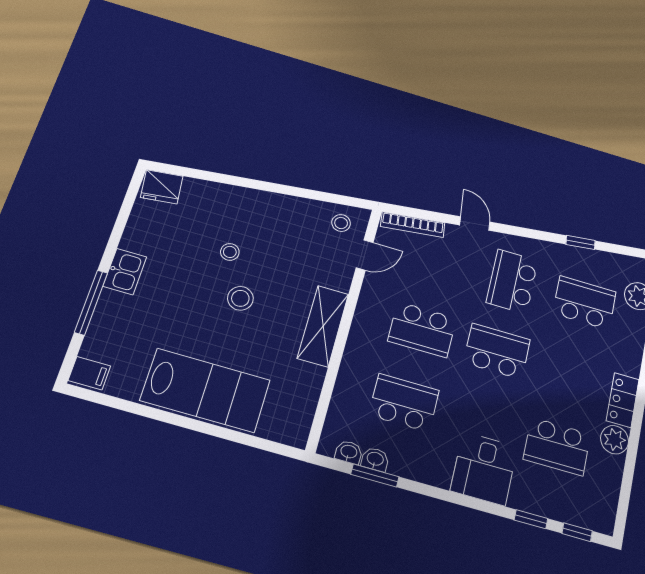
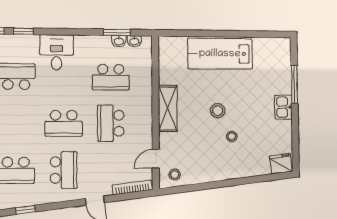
school desk: (422, 330) -> (111, 123), turned -90
filing cabinet: (89, 373) -> (282, 46), removed

